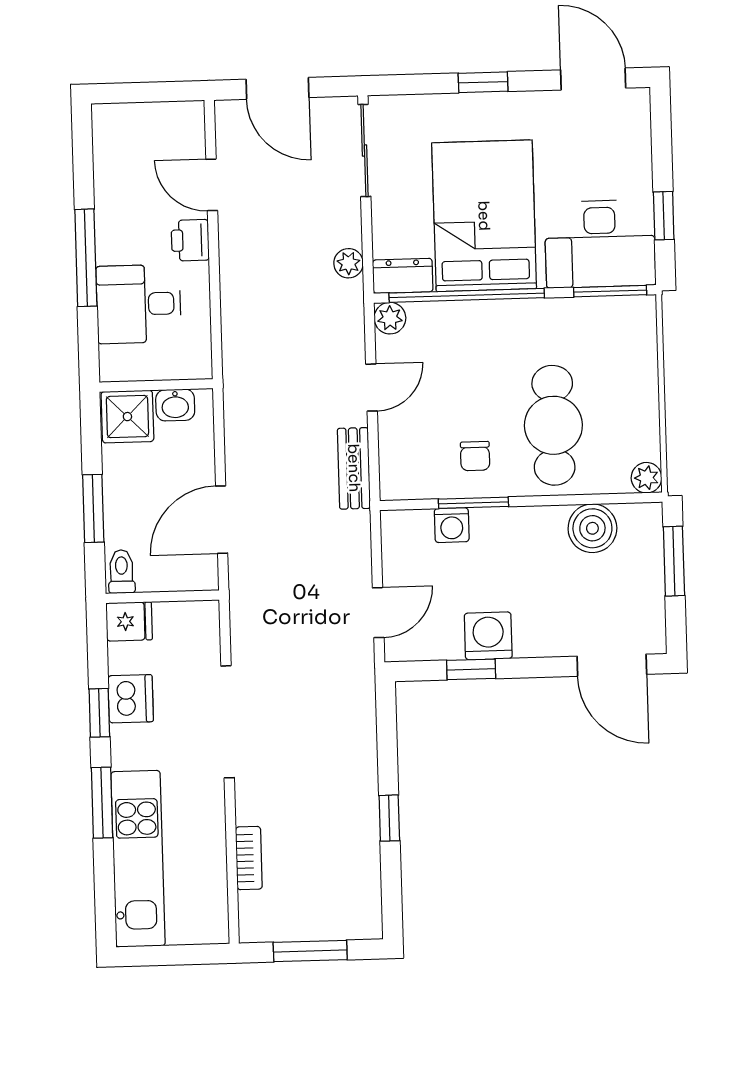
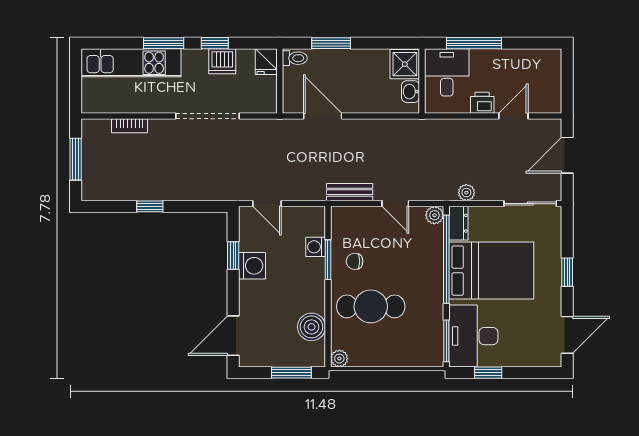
wall: (156, 385) -> (422, 81), moved
washbasin: (175, 405) -> (411, 92), moved
shower: (127, 417) -> (405, 64), moved

